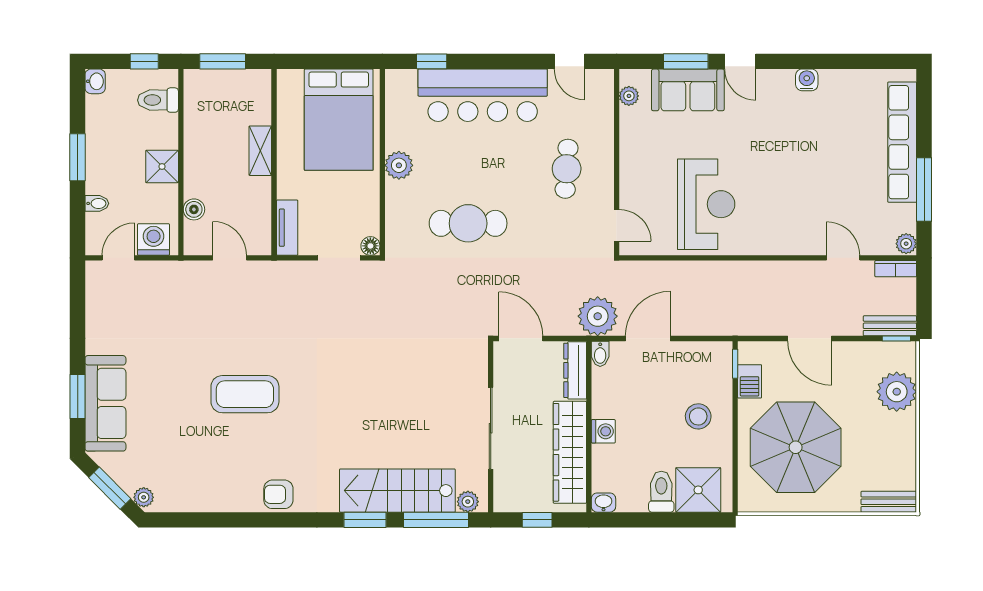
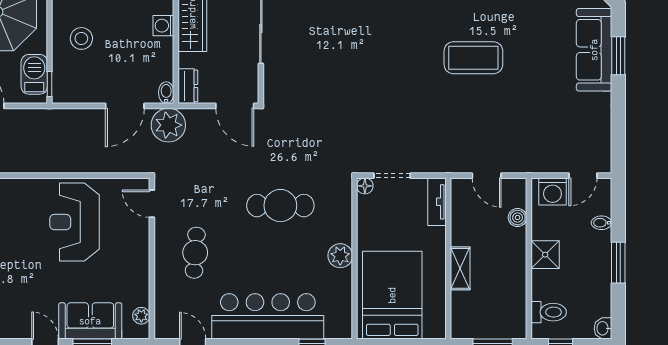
dresser: (575, 370) -> (188, 86), width x0.70
barbecue: (750, 381) -> (34, 74), width x1.38, depth x1.27

